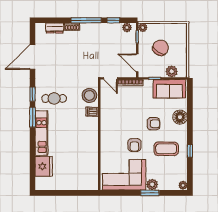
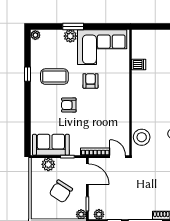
dishwasher: (92, 112) -> (139, 64), moved
floor lamp: (180, 117) -> (39, 113), removed

